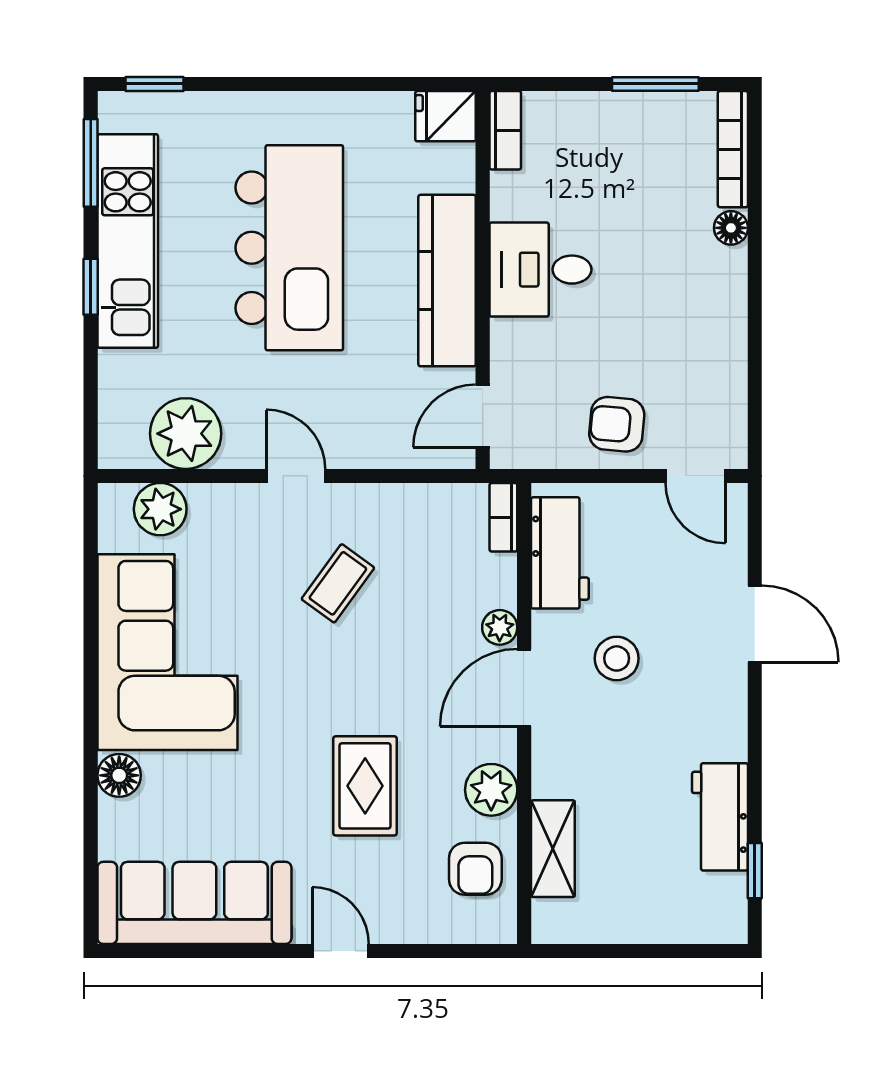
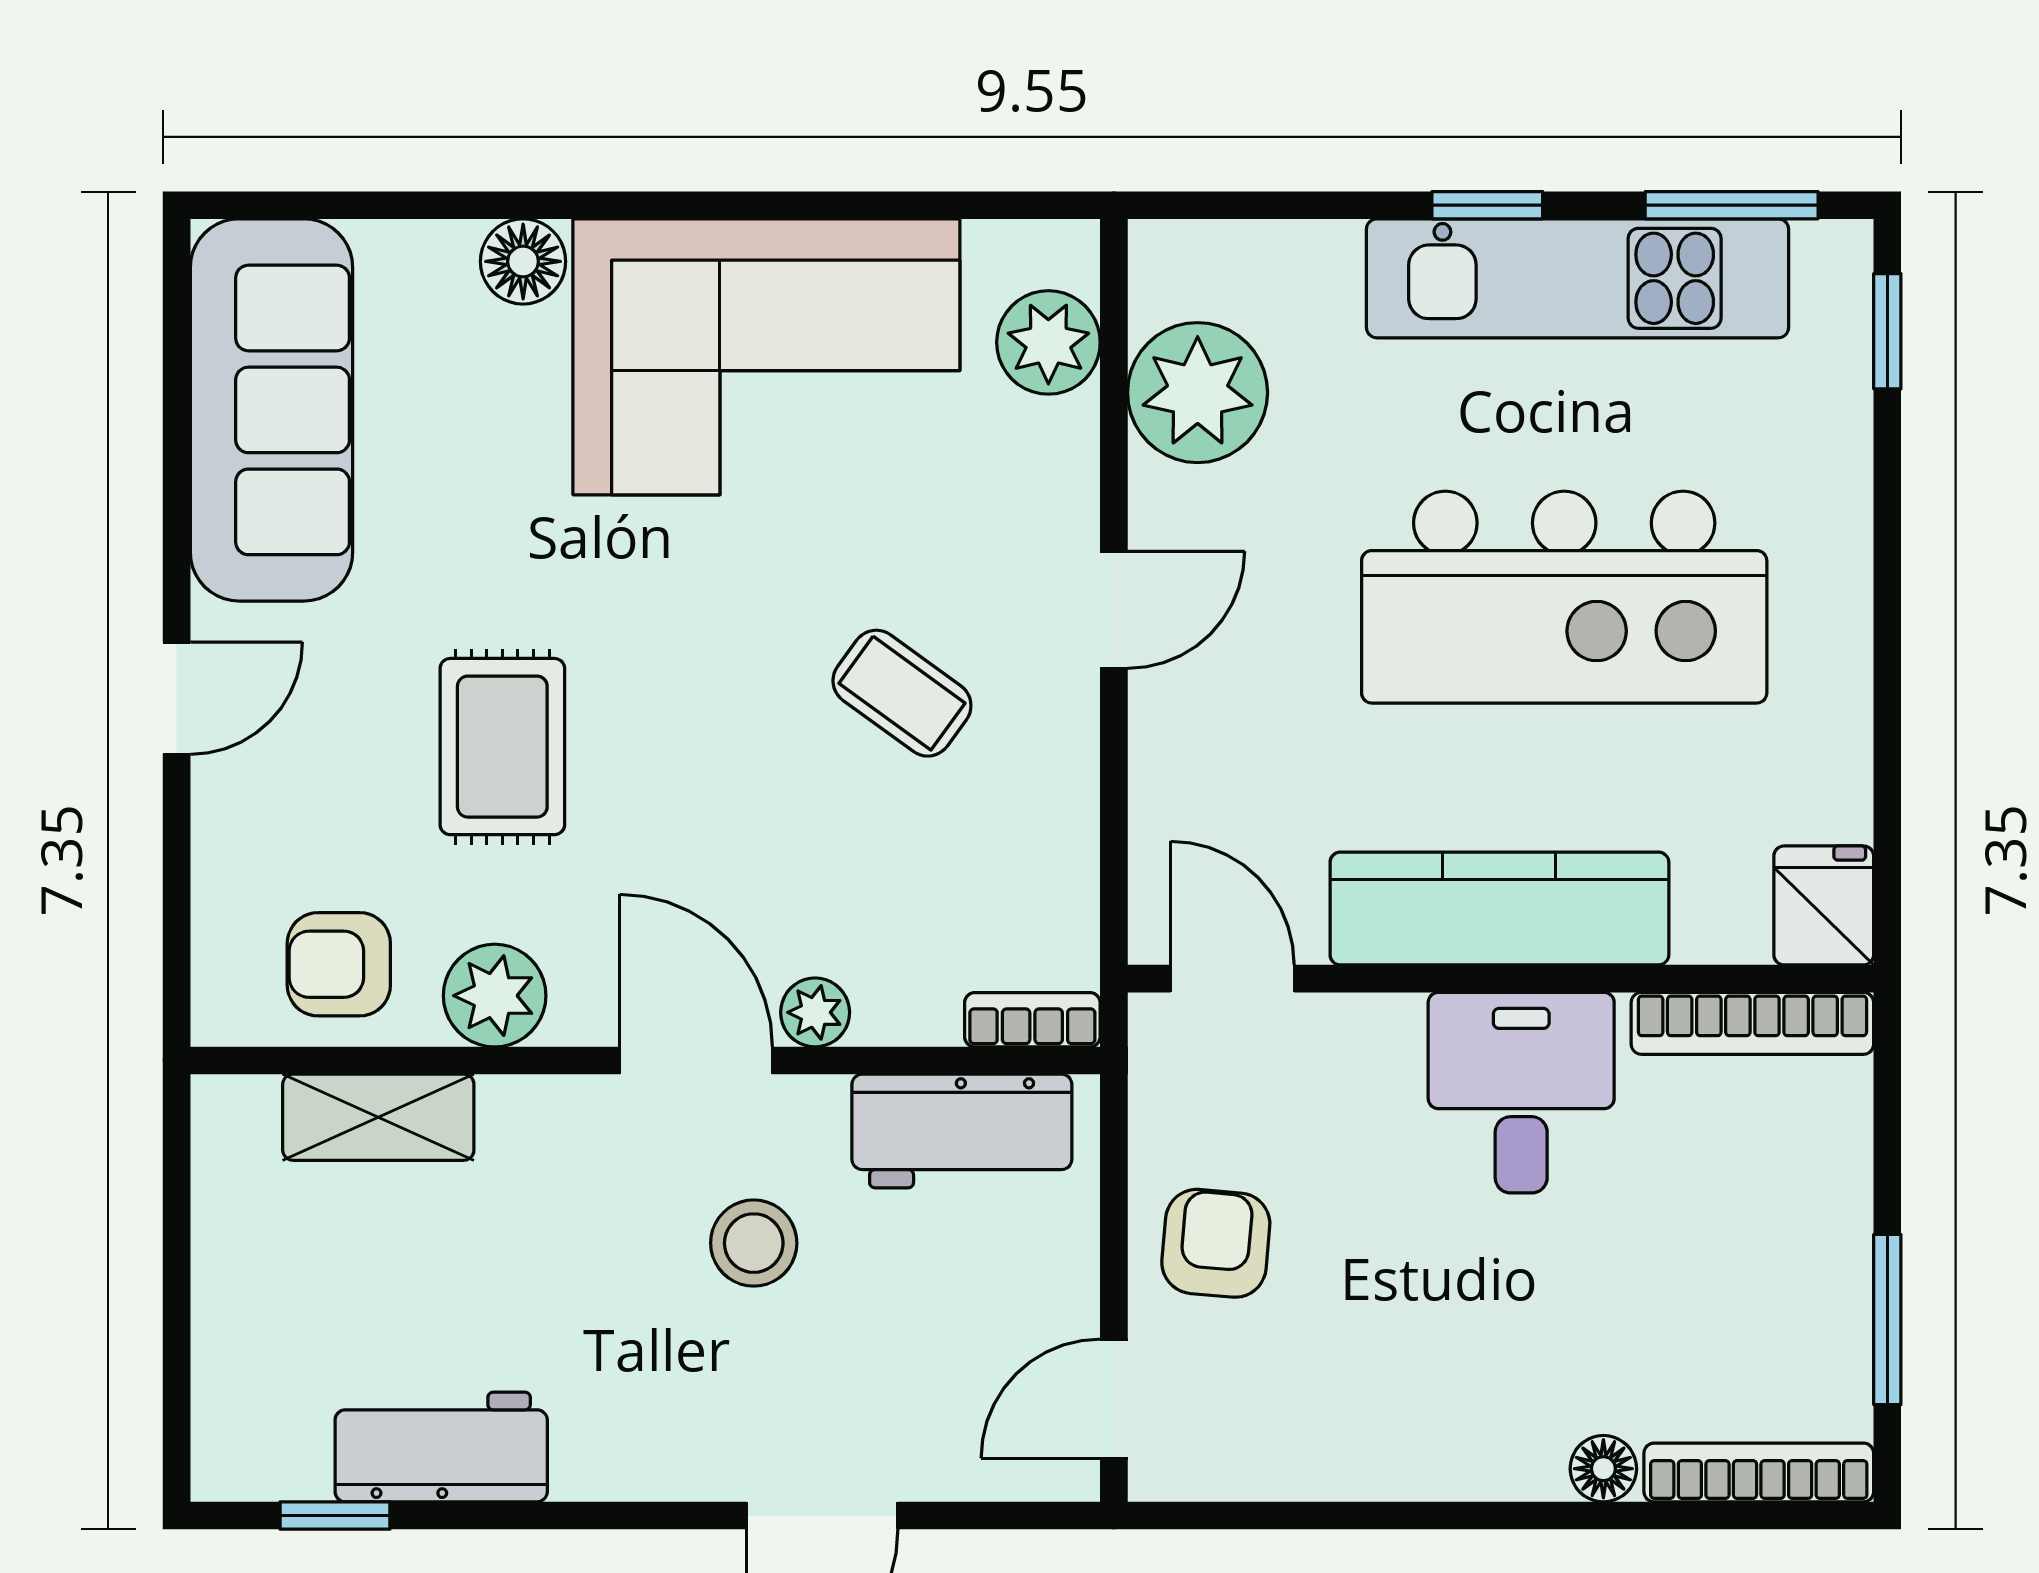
bookcase: (505, 130) -> (1752, 1023), width x1.56
rug: (365, 786) -> (502, 747), turned 90

